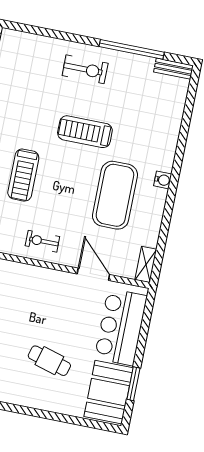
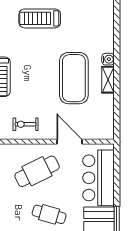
treadmill: (85, 132) -> (40, 18), moved
shelving: (146, 264) -> (108, 80), moved
cafe table: (45, 303) -> (37, 171), added

